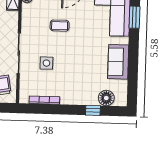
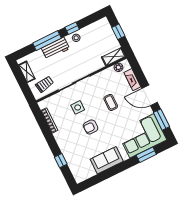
armchair: (74, 60) -> (91, 127), added
floor lamp: (106, 98) -> (75, 166), removed

